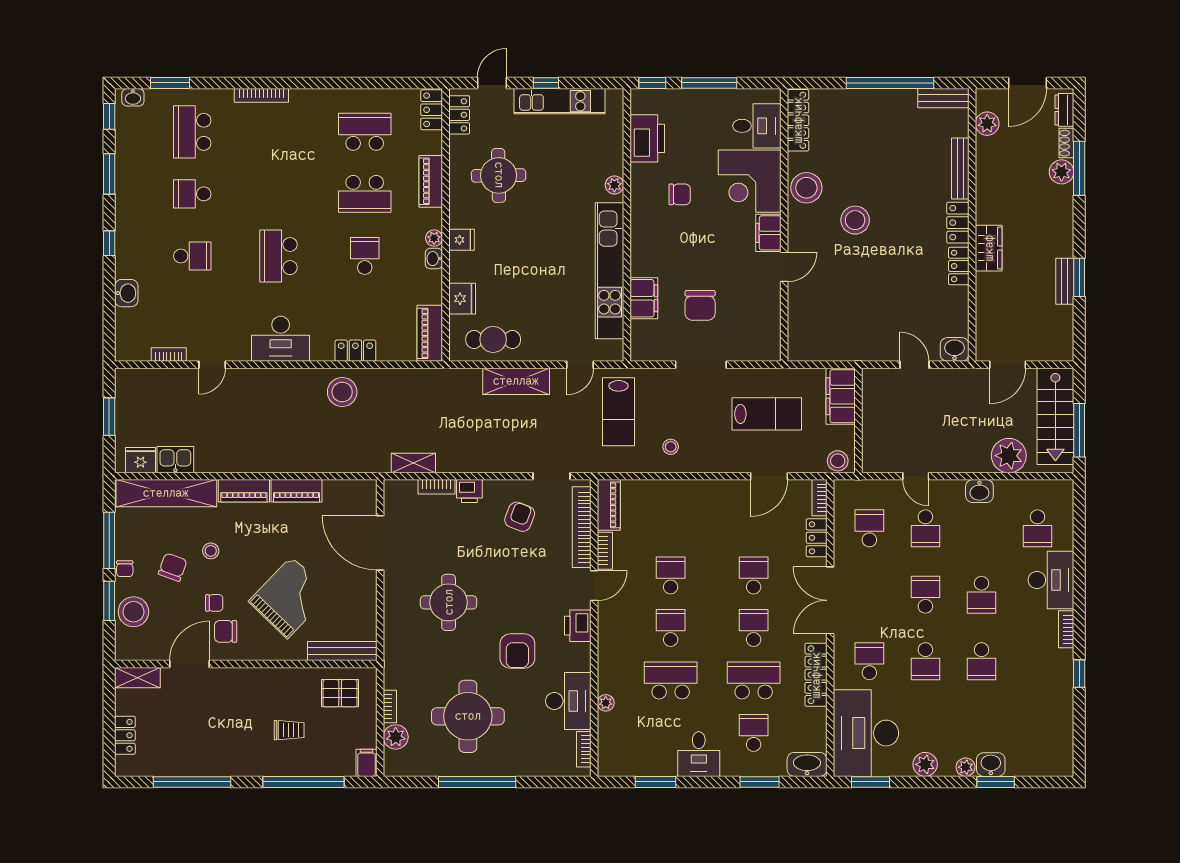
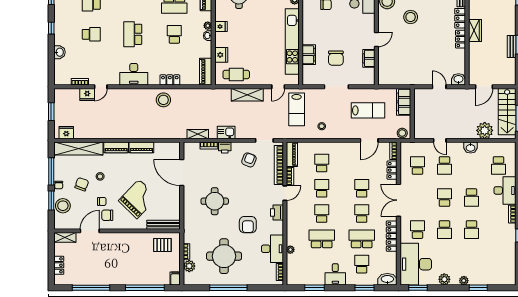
filing cabinet: (768, 233) -> (369, 58), moved
fridge: (184, 381) -> (87, 95), added
kitchen sink: (175, 460) -> (226, 132), moved
school desk: (671, 523) -> (322, 163), added
trolley: (289, 730) -> (138, 263), removed
washbasin: (991, 765) -> (476, 279), removed

